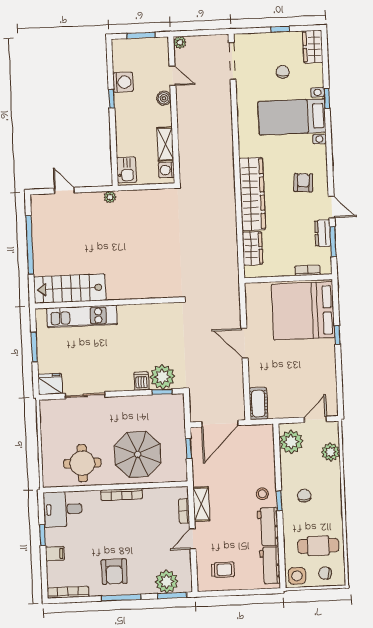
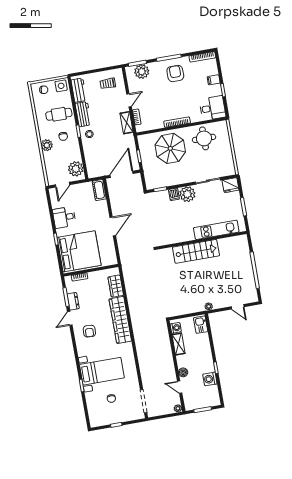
wardrobe: (313, 47) -> (95, 417), removed
door: (332, 207) -> (70, 318), hinge flipped
stairs: (70, 289) -> (196, 251), moved
door: (245, 343) -> (113, 226), hinge flipped
desk: (319, 368) -> (64, 217), added
plant: (162, 377) -> (187, 194), moved
plant: (331, 452) -> (47, 145), moved
cafe table: (318, 546) -> (59, 114), moved

